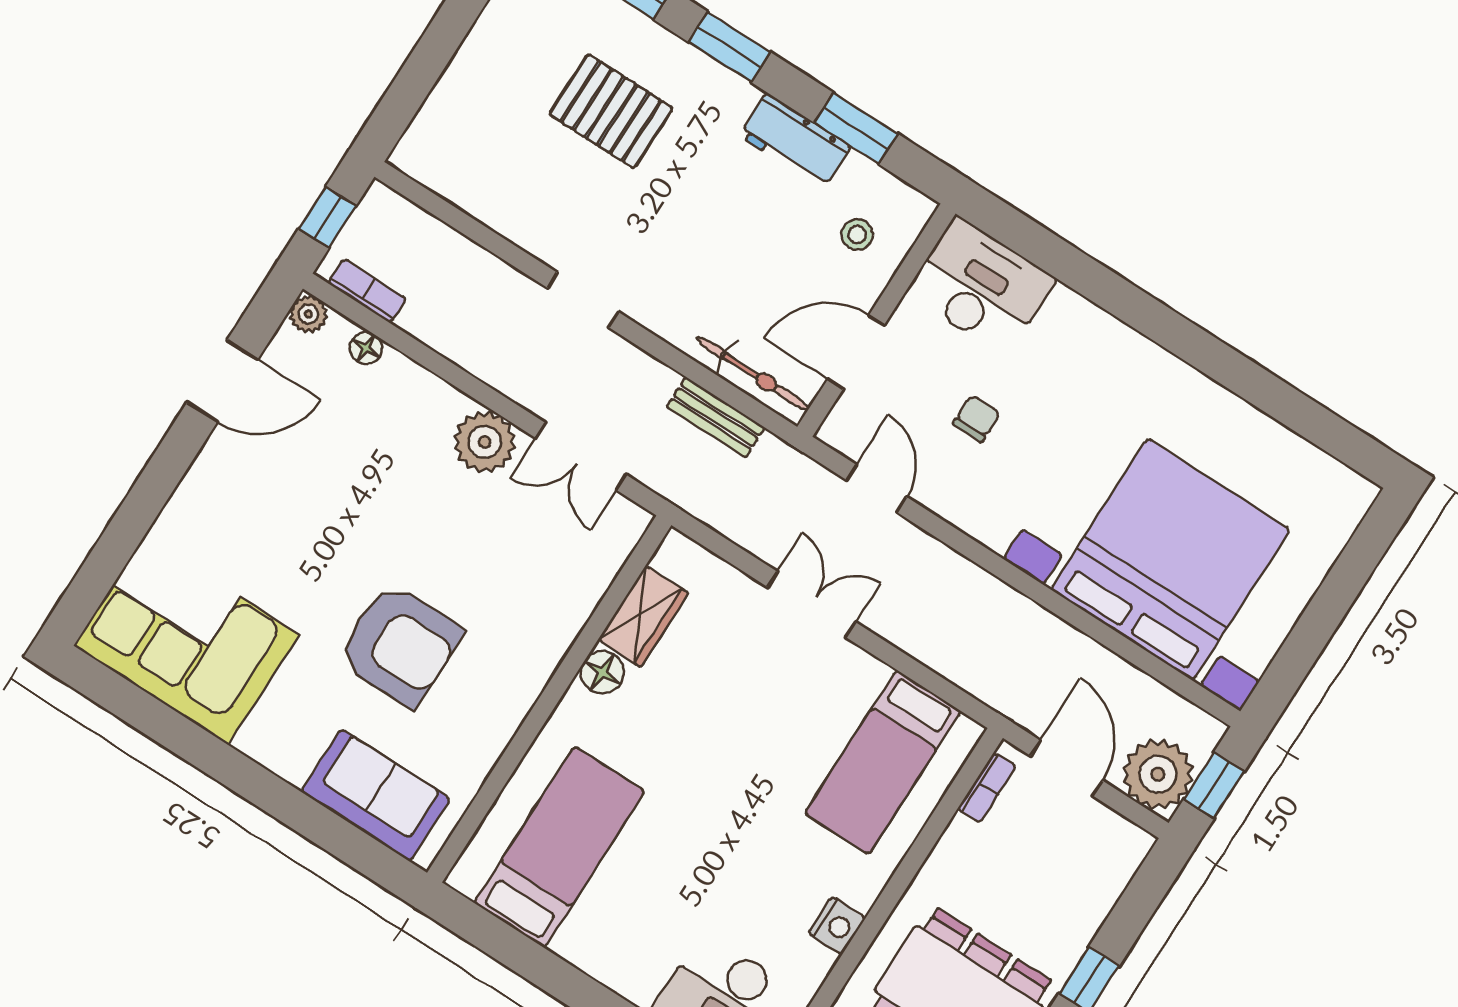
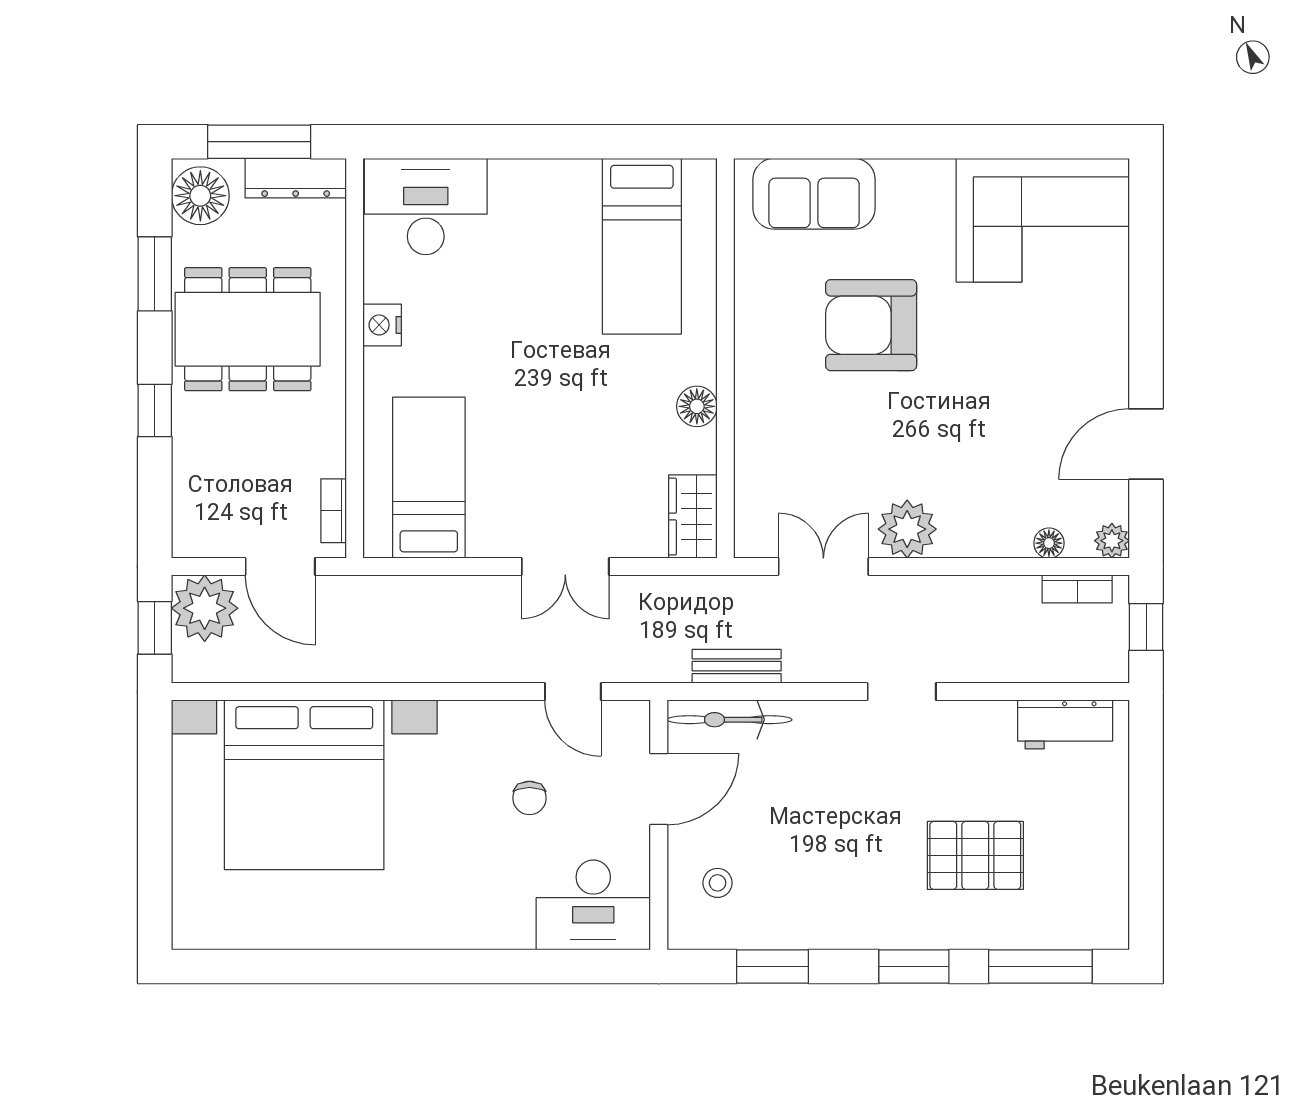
workbench: (795, 141) -> (1065, 724), moved, turned 180
wardrobe: (643, 616) -> (693, 517), moved

